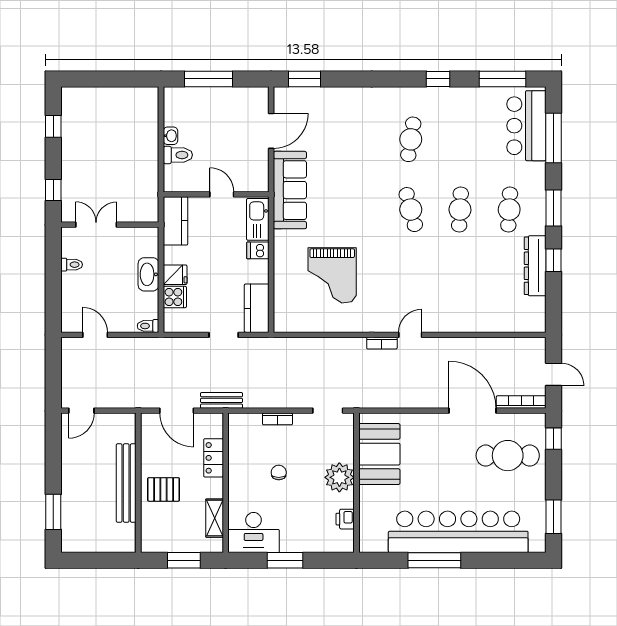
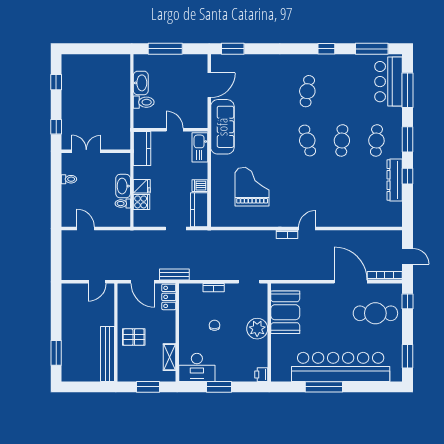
washbasin: (170, 136) -> (141, 83), width x1.91, depth x1.45
dishwasher: (258, 250) -> (200, 186), moved
grand piano: (332, 275) -> (252, 187), turned 180
toilet: (148, 326) -> (123, 204), moved
door: (81, 411) -> (97, 282), moved
locker: (214, 458) -> (169, 297), moved
bench: (126, 483) -> (107, 354), moved
printer: (345, 519) -> (261, 375), moved

